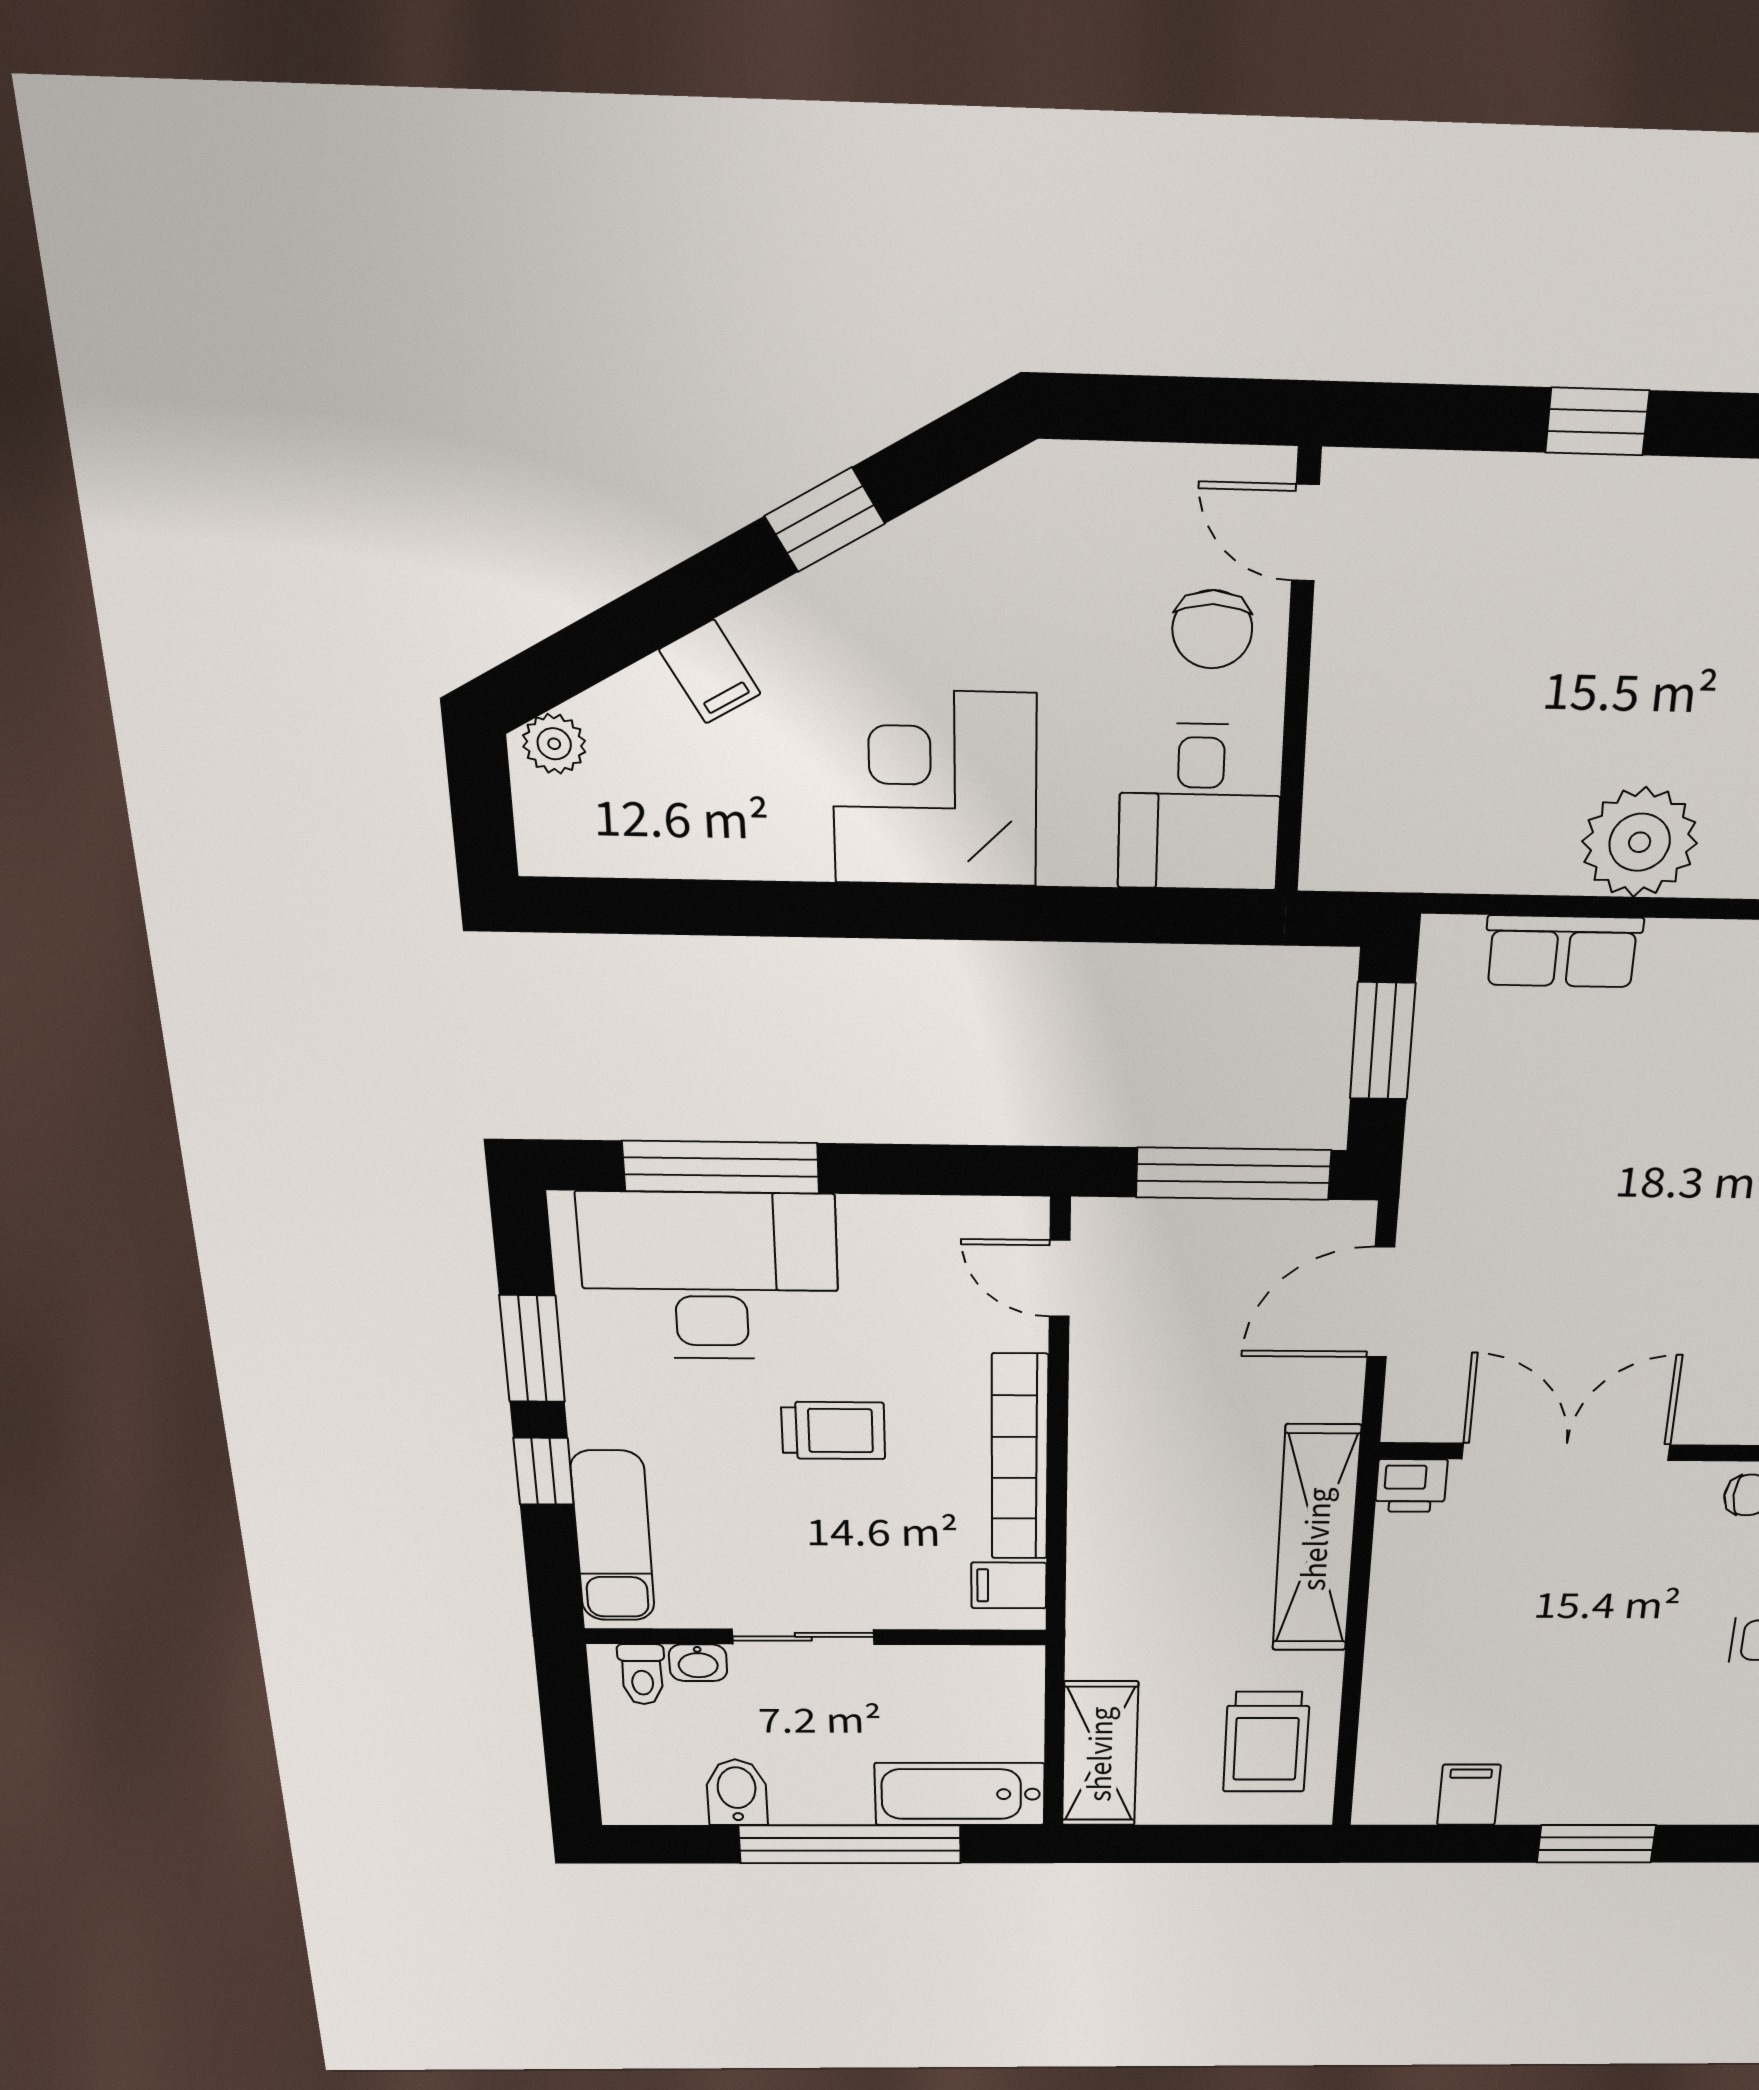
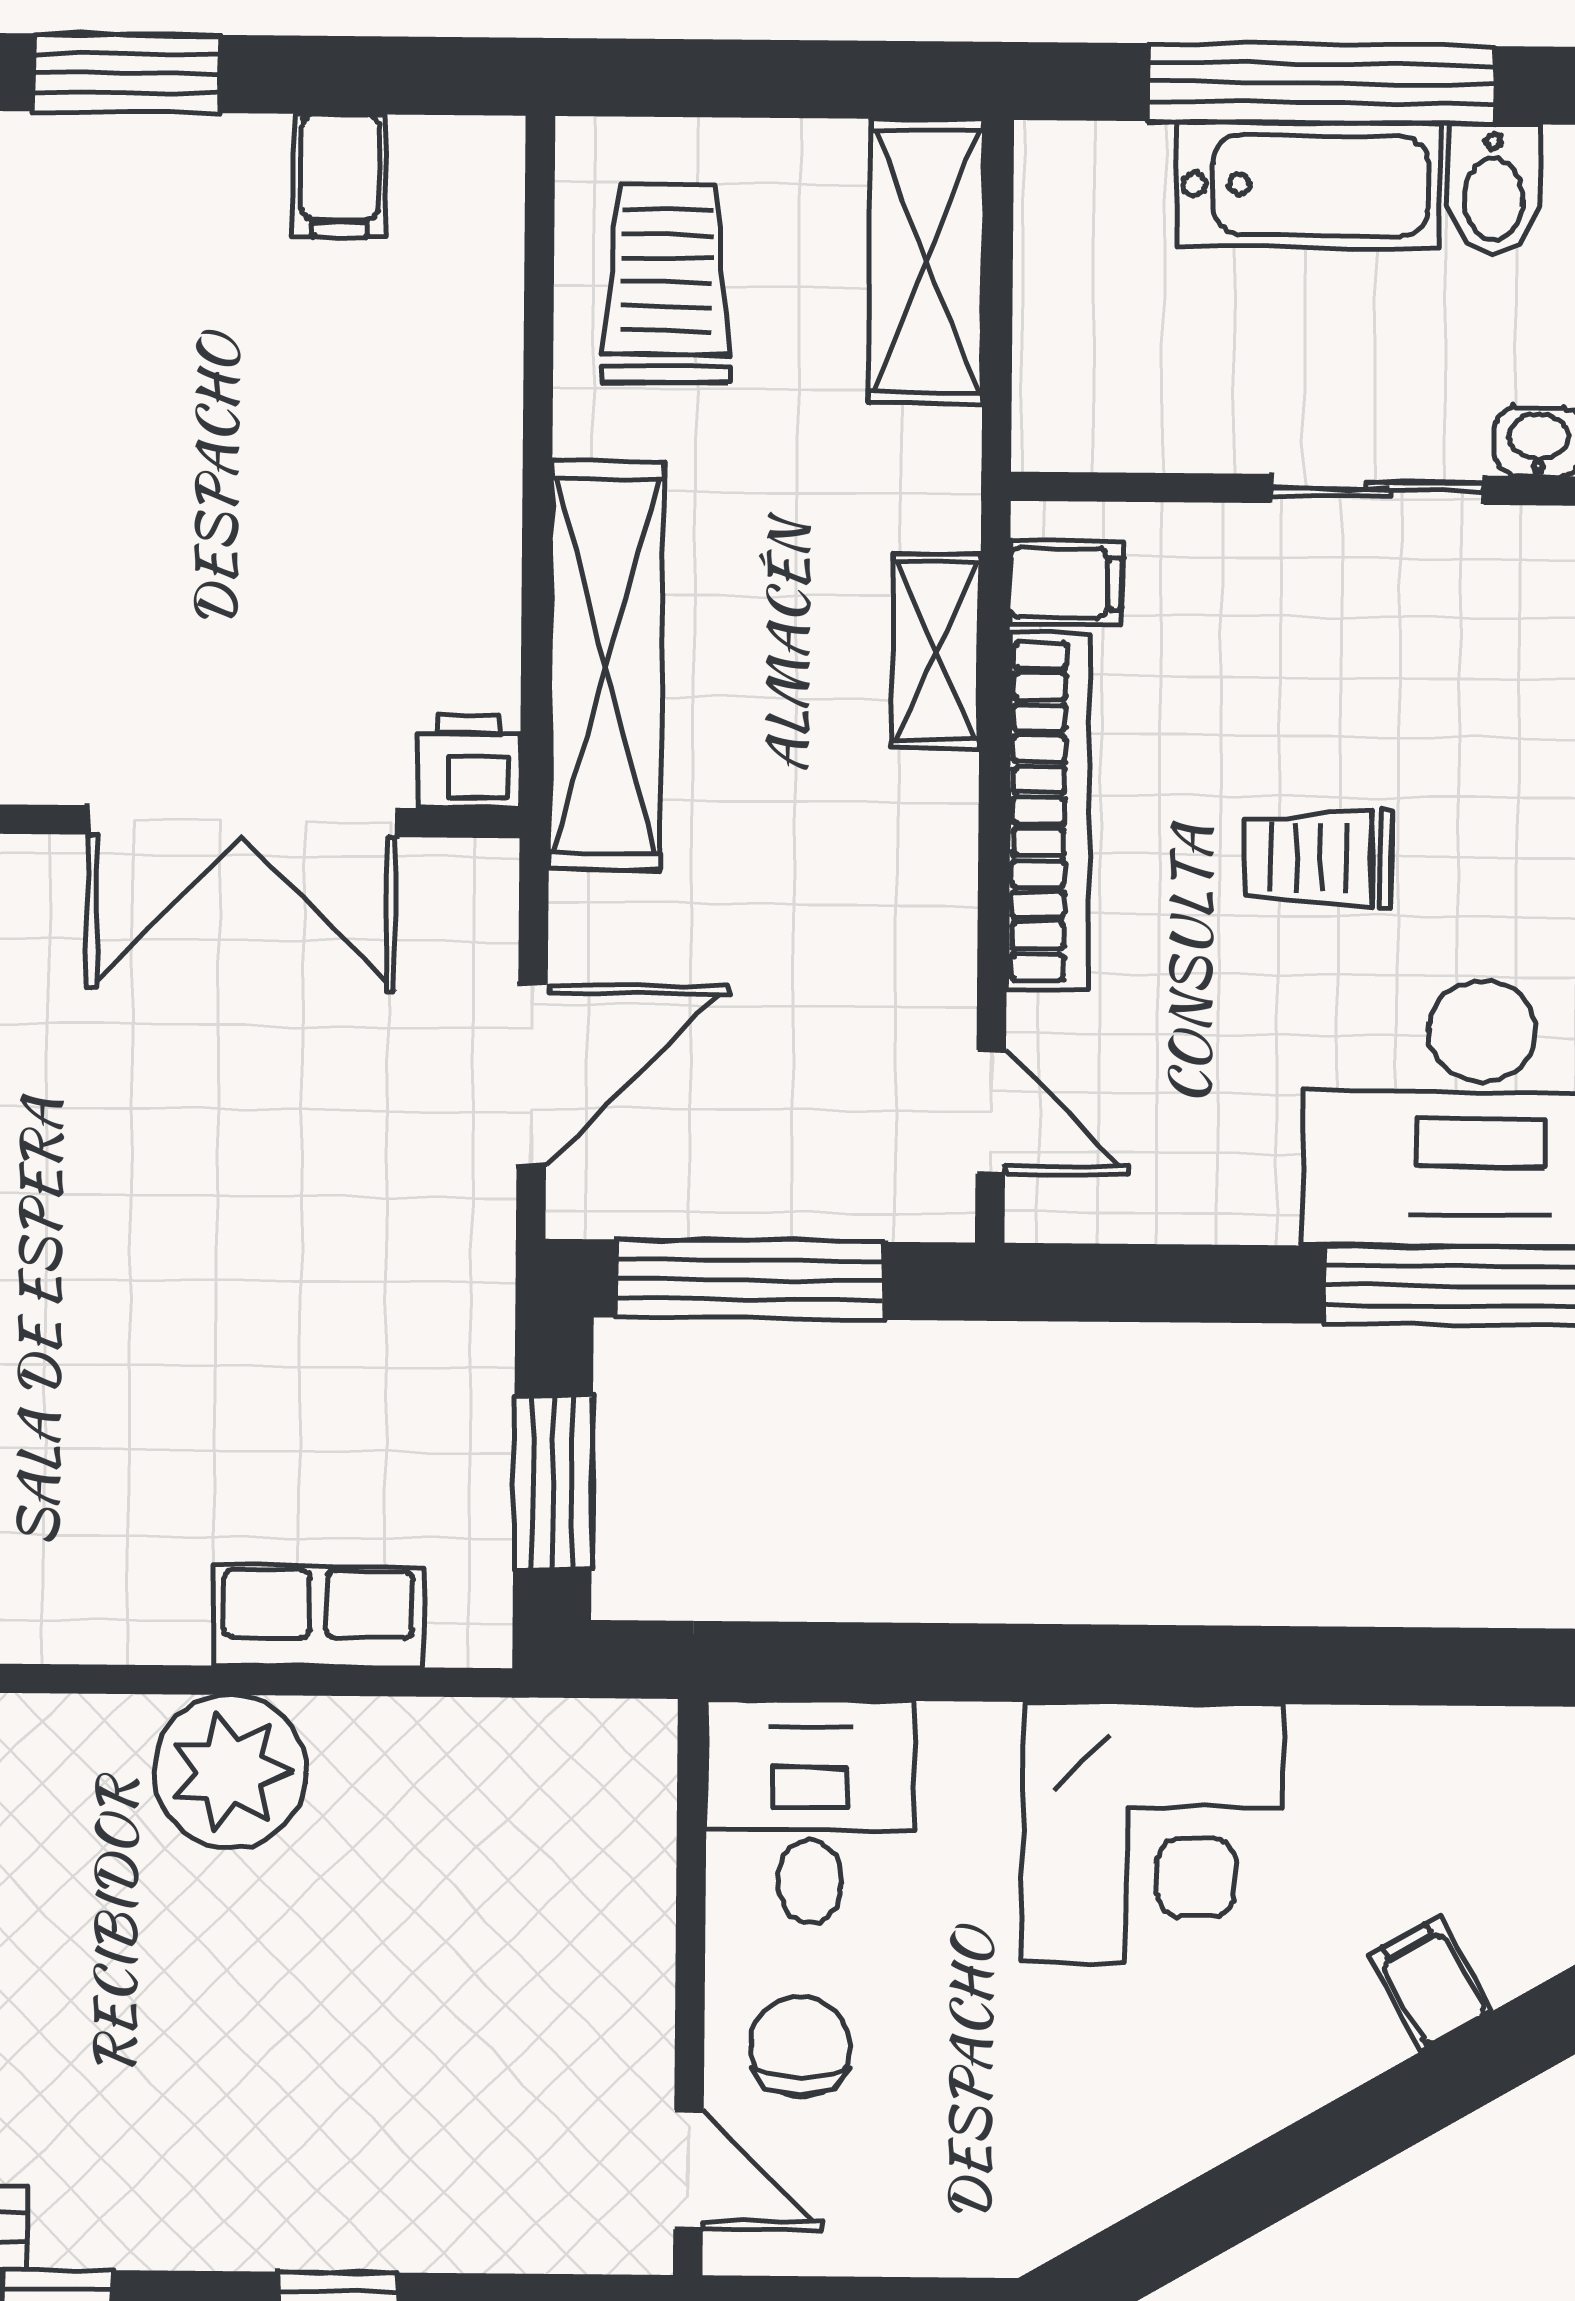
window: (825, 520) -> (1280, 2176), removed
shelving: (1095, 1548) -> (936, 651), added
bathtub: (960, 1794) -> (1308, 185), moved

